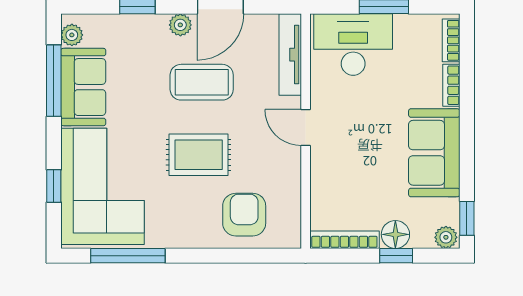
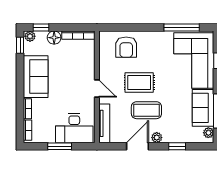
rug: (199, 155) -> (139, 82), moved
window: (396, 256) -> (41, 28), moved

